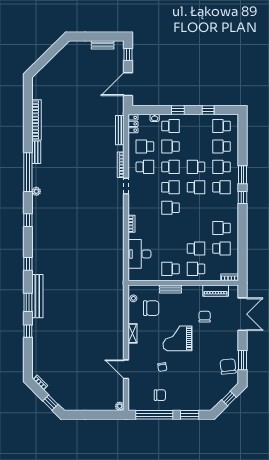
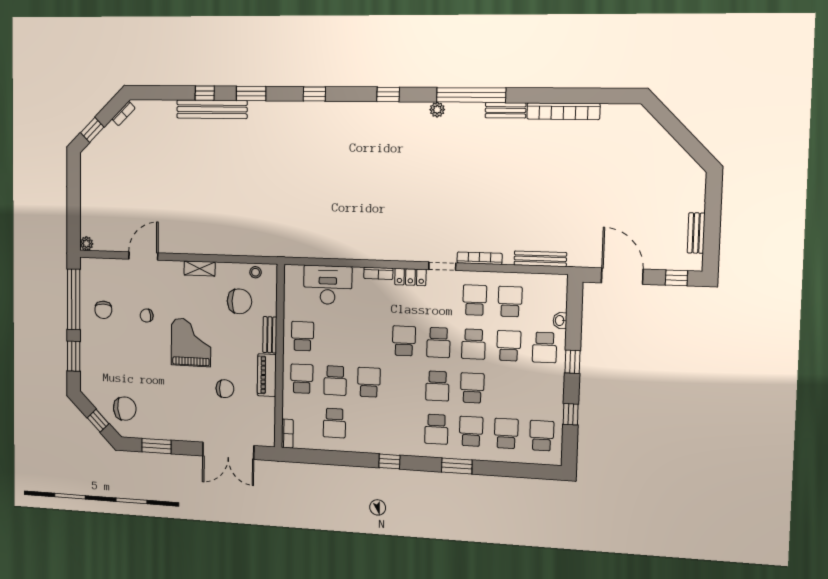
locker: (133, 124) -> (410, 277), moved
school desk: (145, 167) -> (475, 300), turned 180
window: (243, 198) -> (389, 461), moved
school desk: (222, 228) -> (369, 382), moved
piano: (216, 291) -> (267, 375), moved
bench: (37, 296) -> (212, 109), moved
chair: (151, 308) -> (239, 301), turned -90
chair: (228, 367) -> (125, 409), moved

